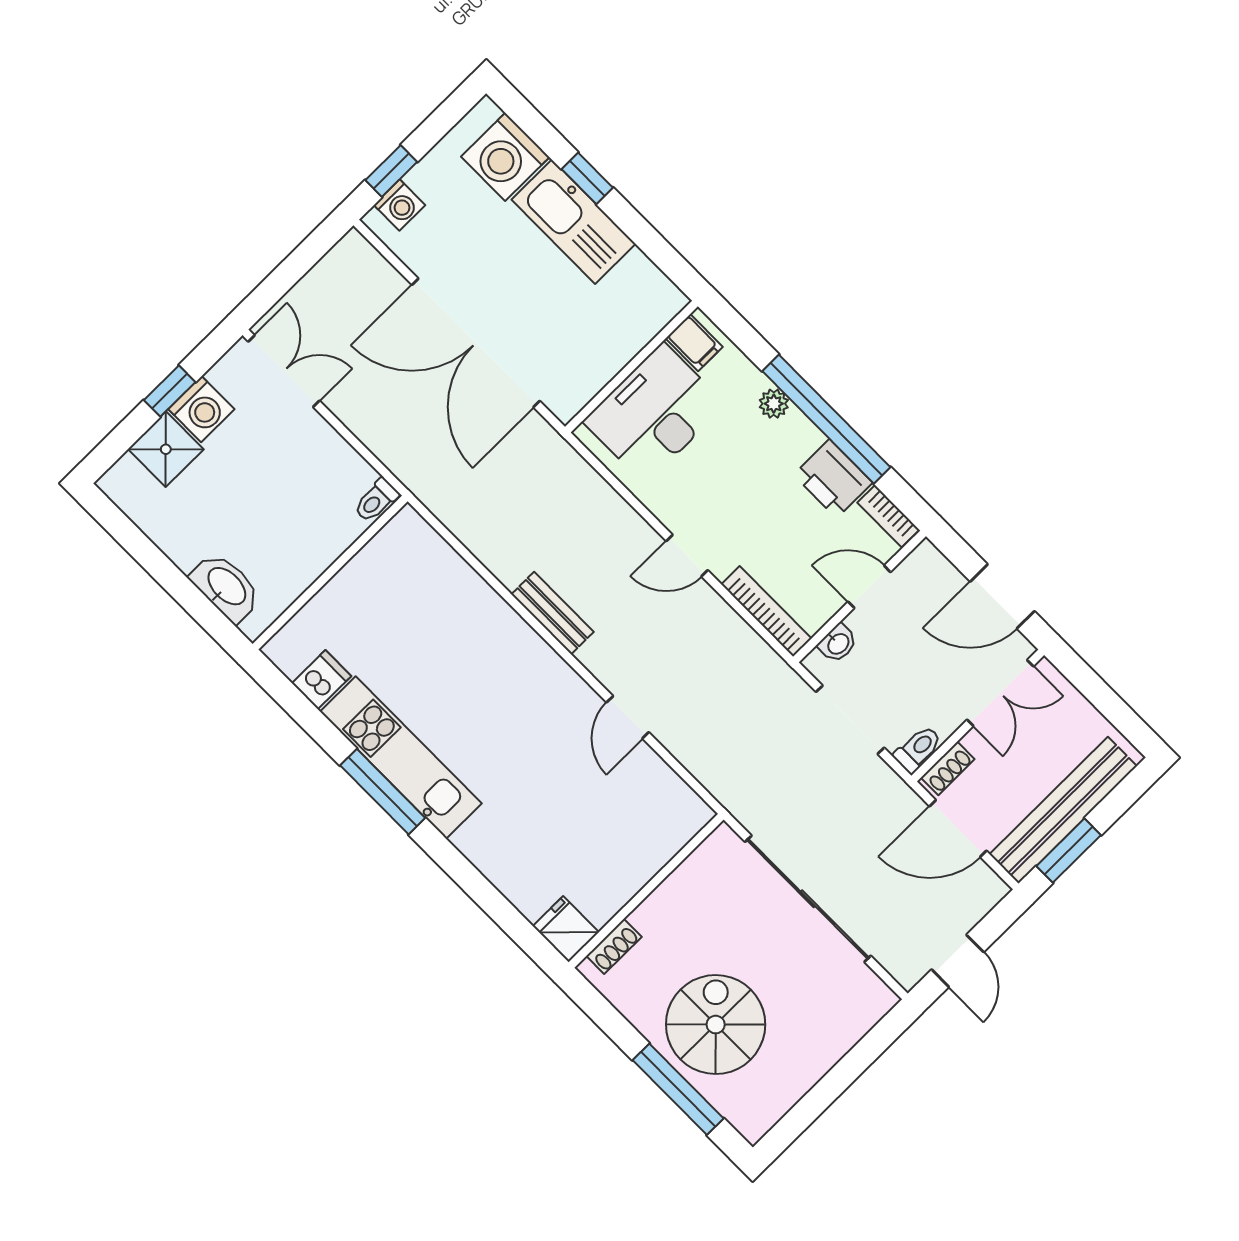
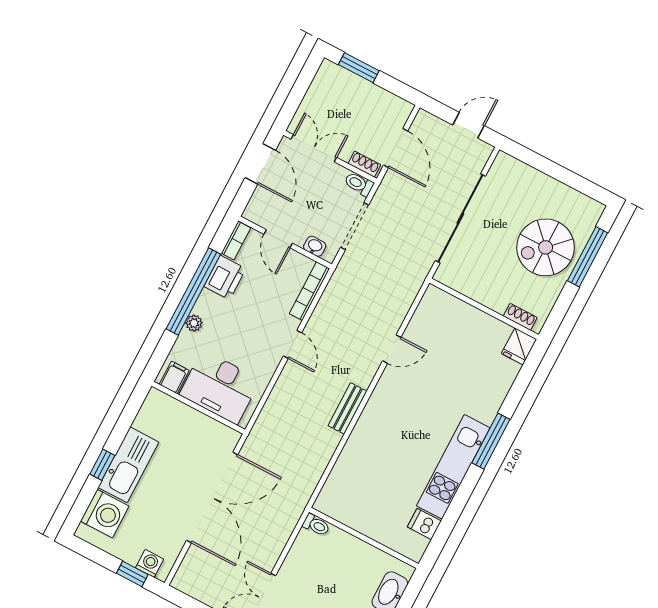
window: (383, 792) -> (491, 441), moved
bench: (1063, 810) -> (367, 93), removed
window: (1069, 851) -> (359, 68), moved

